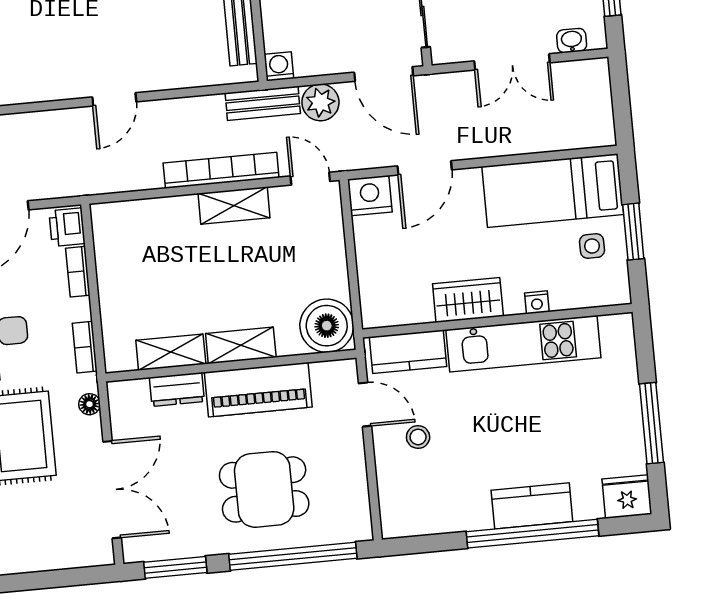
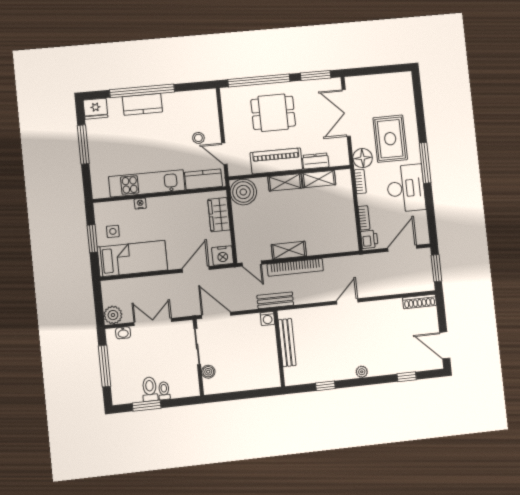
plant: (320, 102) -> (113, 315), moved
wardrobe: (468, 300) -> (219, 215), moved, turned 90
floor lamp: (90, 404) -> (363, 158), width x1.89, depth x1.89

